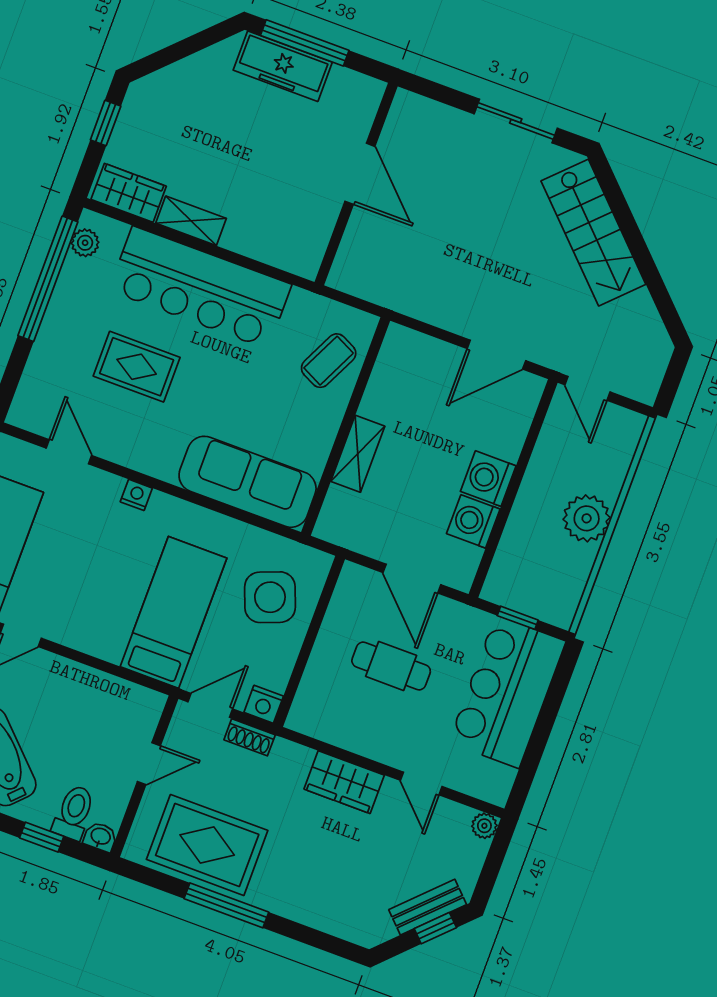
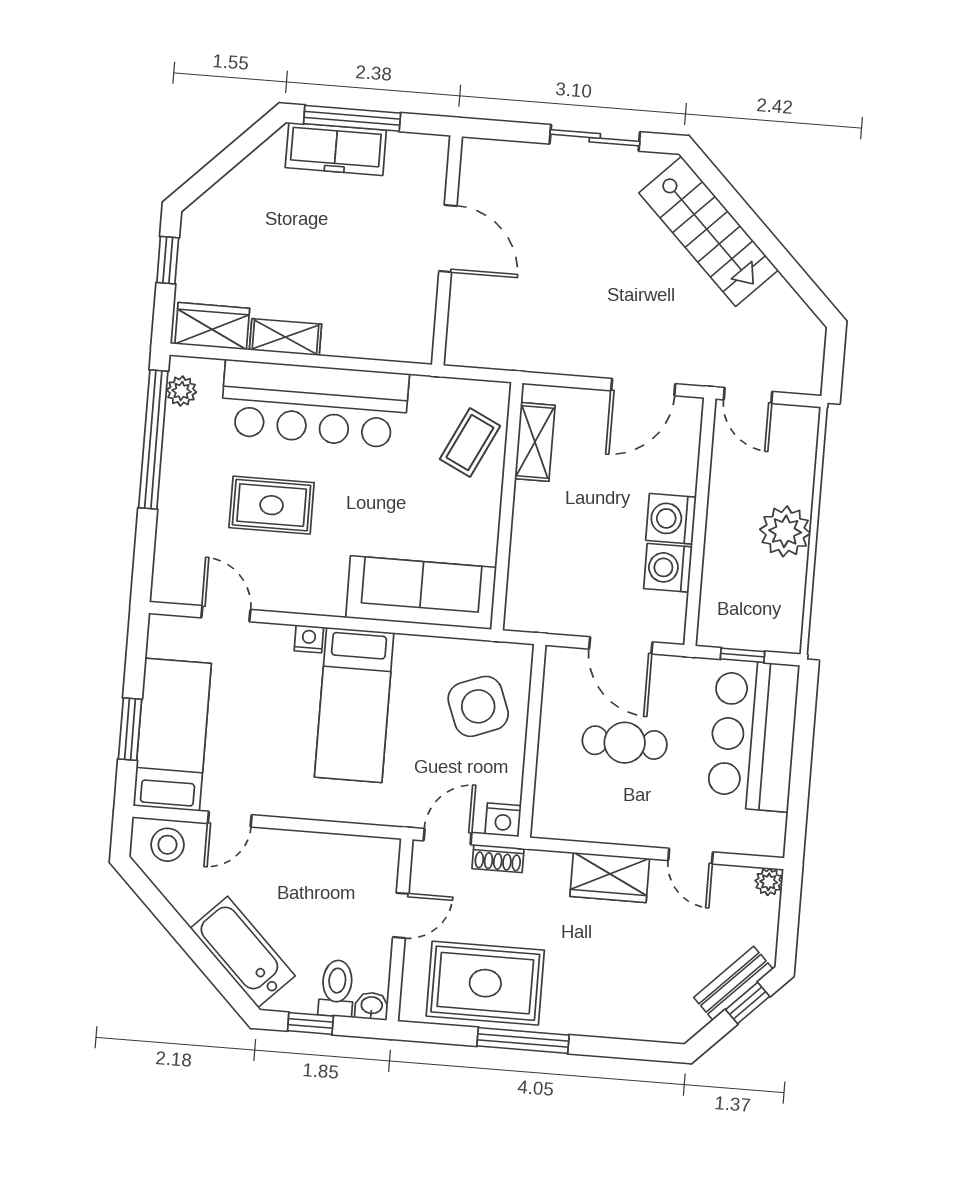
shelving: (358, 454) -> (535, 442), moved
bed: (173, 612) -> (354, 705), moved, turned 180

